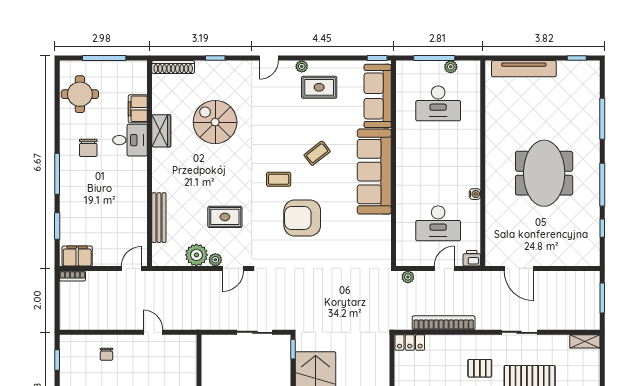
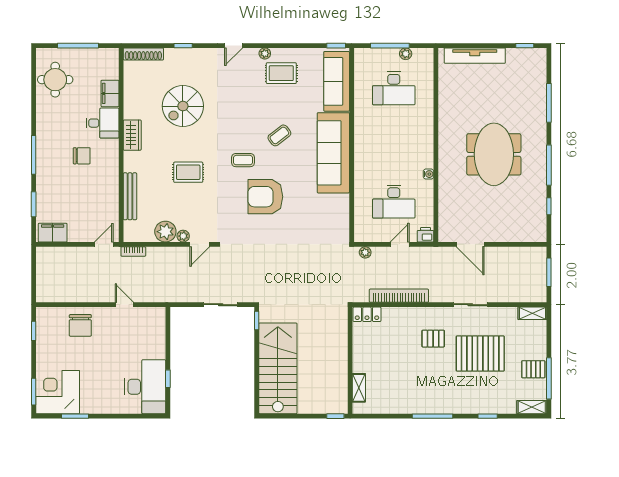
spiral stairs: (215, 122) -> (183, 106), turned -90
wardrobe: (161, 131) -> (132, 135), moved
chair: (88, 148) -> (82, 156), moved, turned -90
rug: (225, 217) -> (188, 172), moved
bookcase: (72, 276) -> (133, 252), moved
chair: (106, 354) -> (80, 325), width x1.87, depth x1.87

